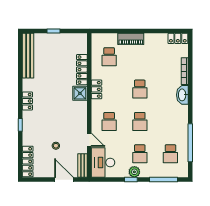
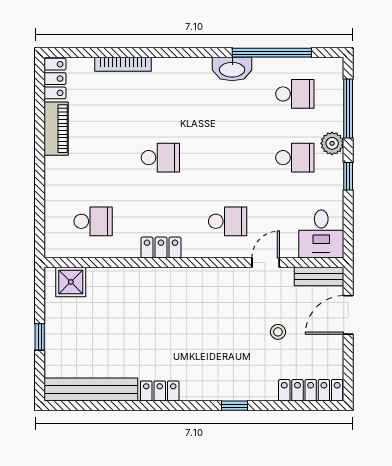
piano: (131, 39) -> (56, 129), moved
locker: (82, 70) -> (120, 278), removed
shower: (80, 93) -> (71, 282), moved
washbasin: (182, 95) -> (232, 69), moved
locker: (27, 101) -> (160, 391), moved
school desk: (140, 121) -> (228, 158), removed
desk: (103, 163) -> (321, 234), width x0.73
plant: (134, 172) -> (332, 143), moved

